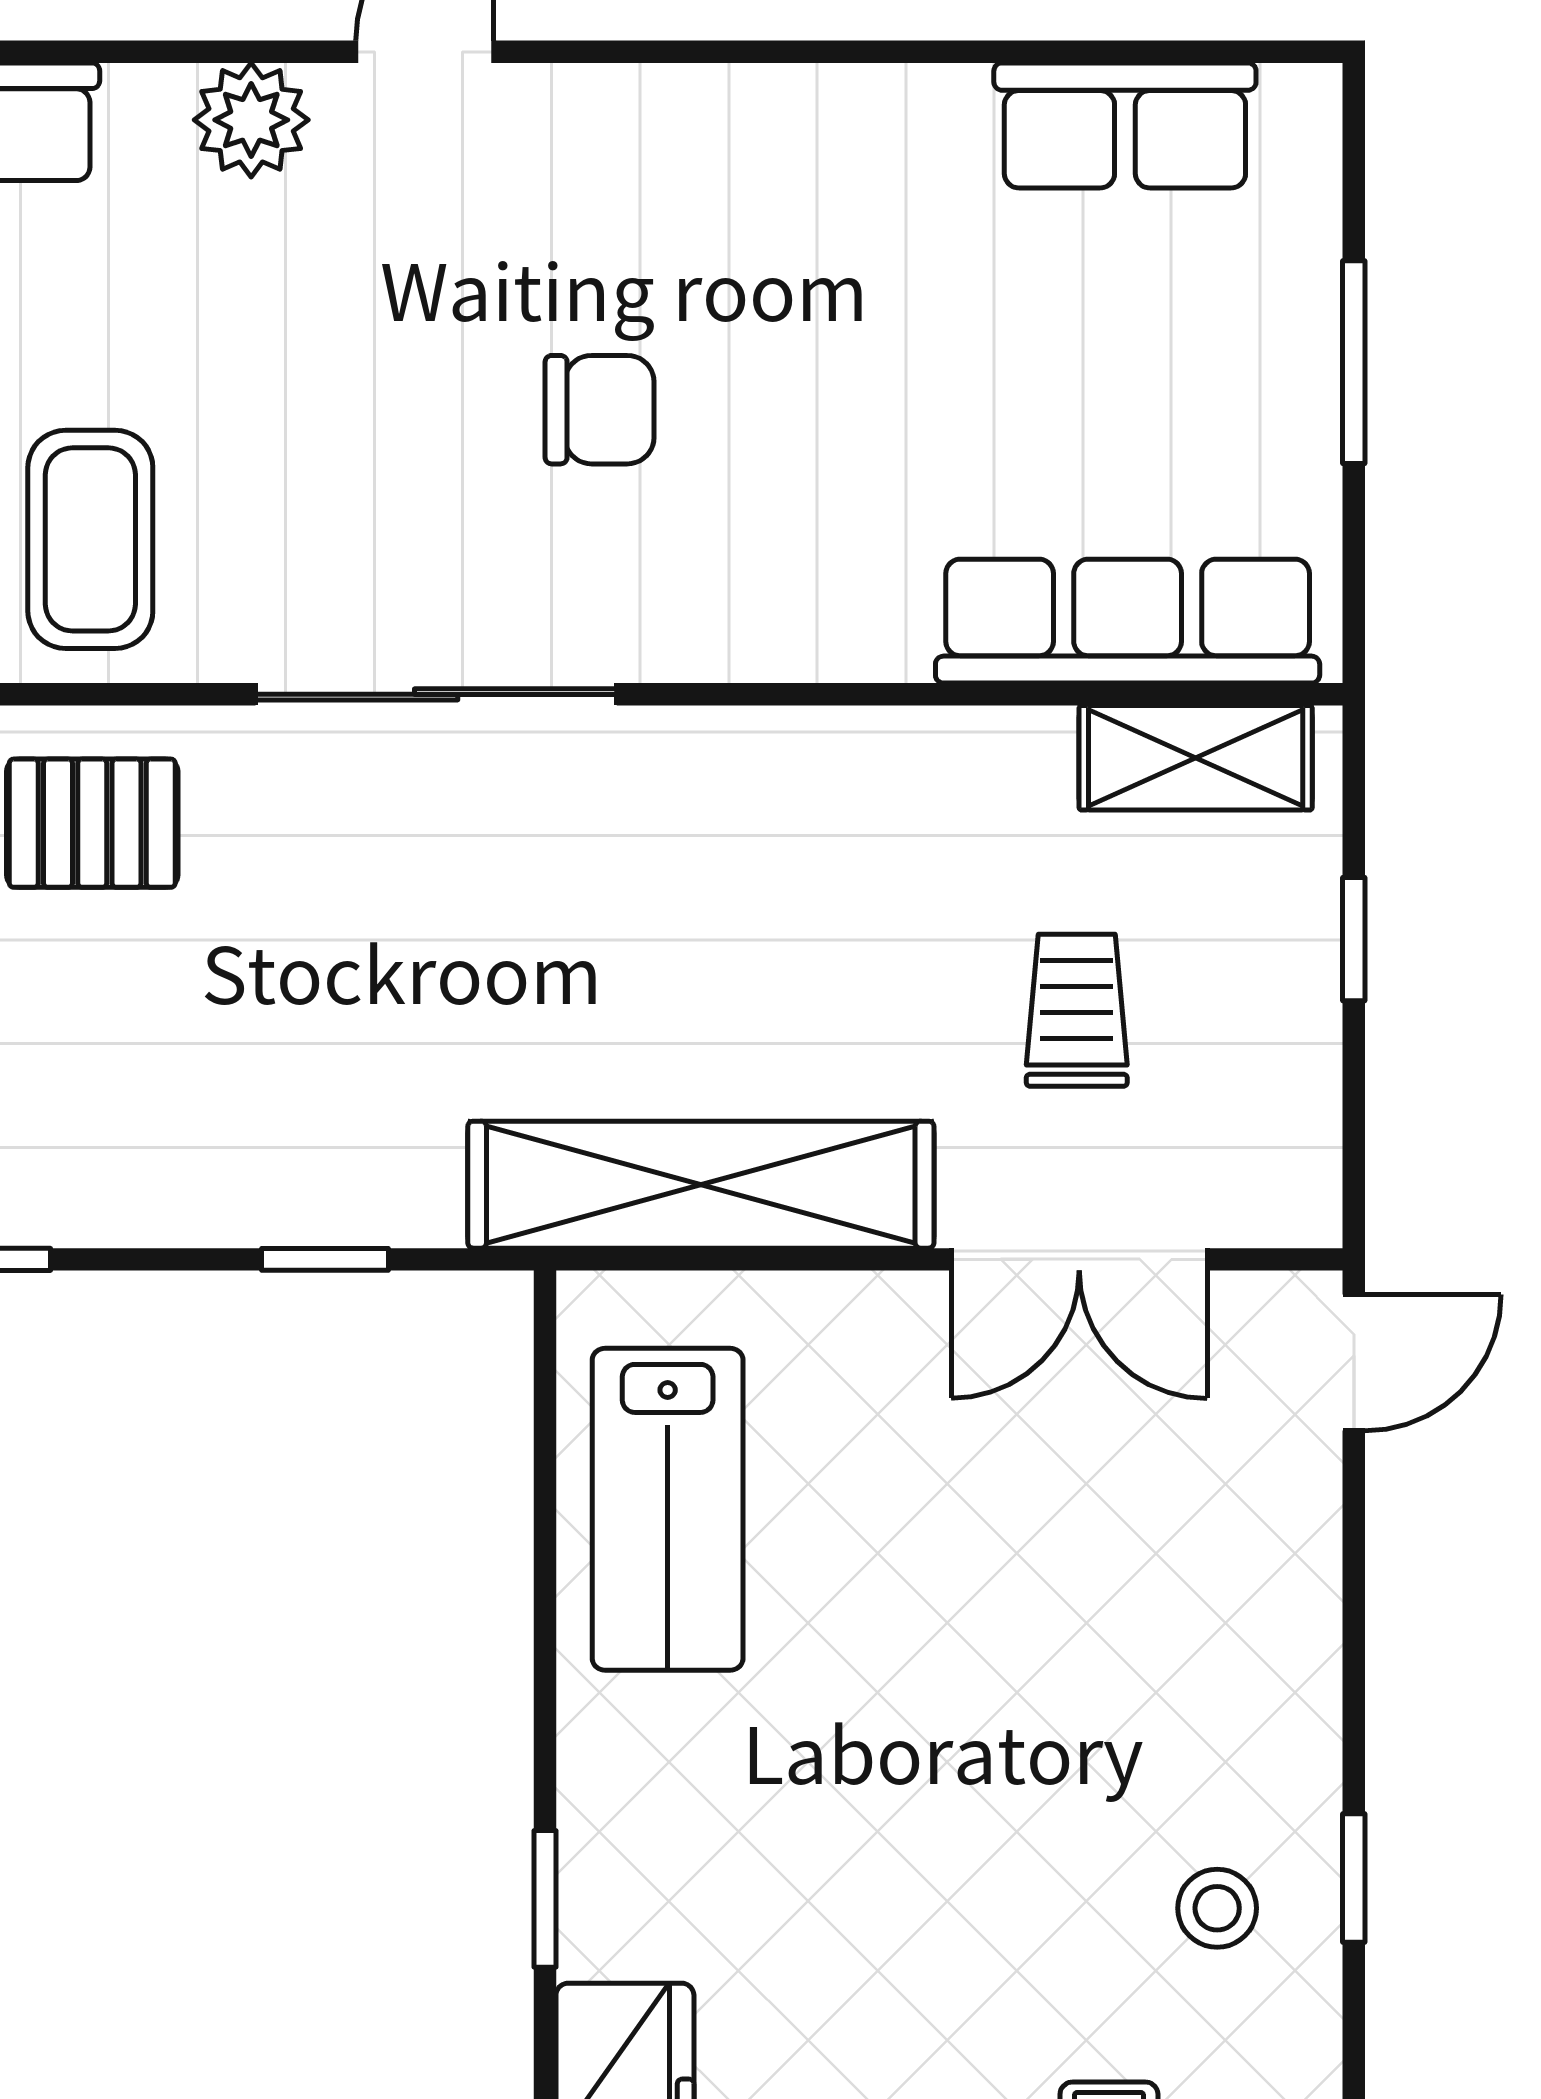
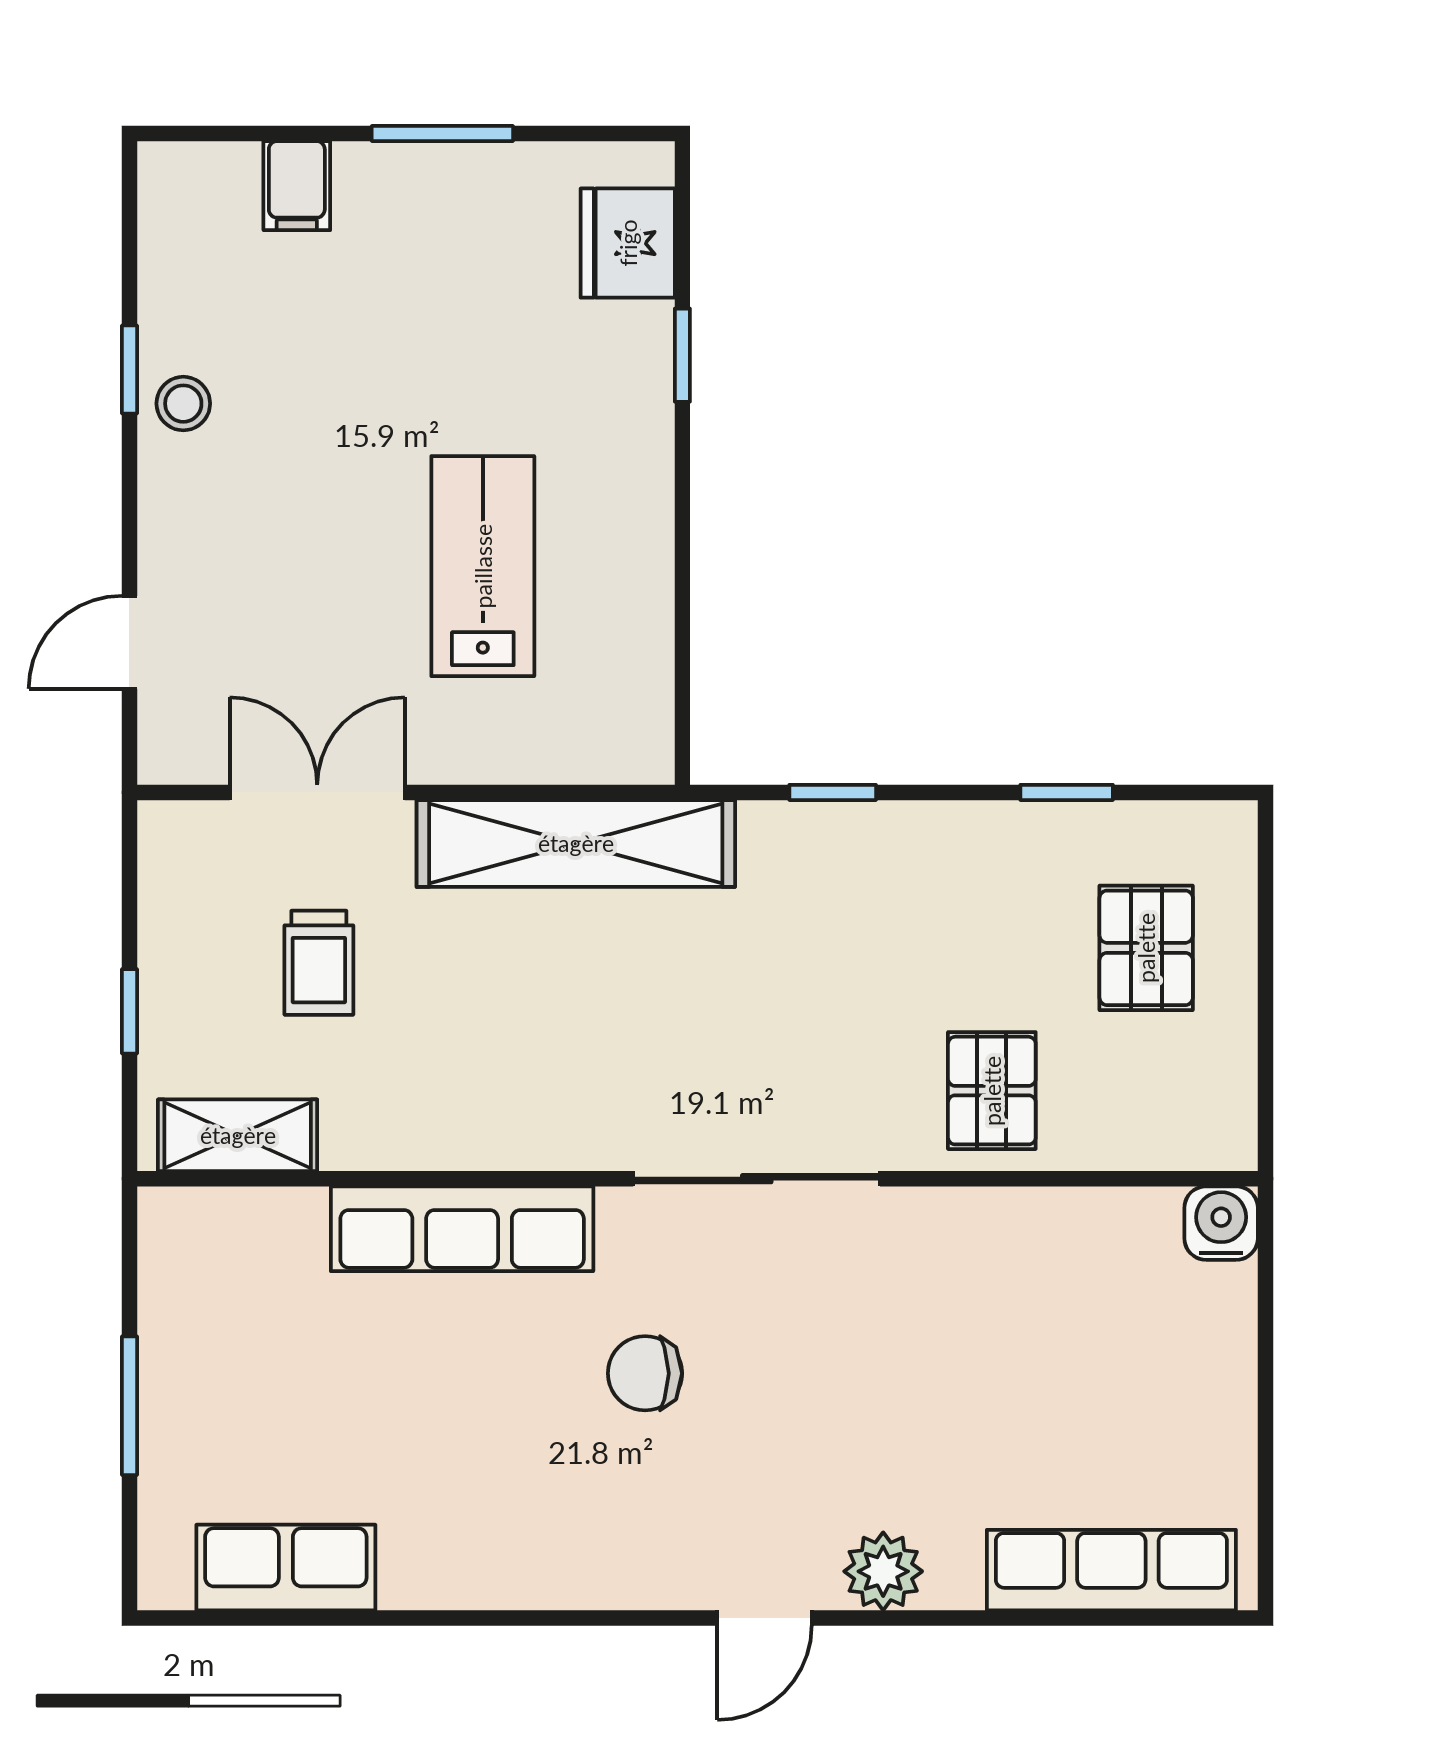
coffee table: (90, 539) -> (993, 1285), removed
row of seats: (1128, 621) -> (462, 1229), moved
pallet: (92, 823) -> (992, 1091), turned 90
door: (1354, 1363) -> (129, 642), moved
lab bench: (668, 1509) -> (483, 566), moved
stool: (1217, 1908) -> (183, 404), moved

